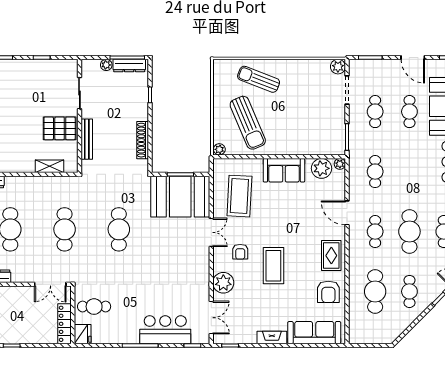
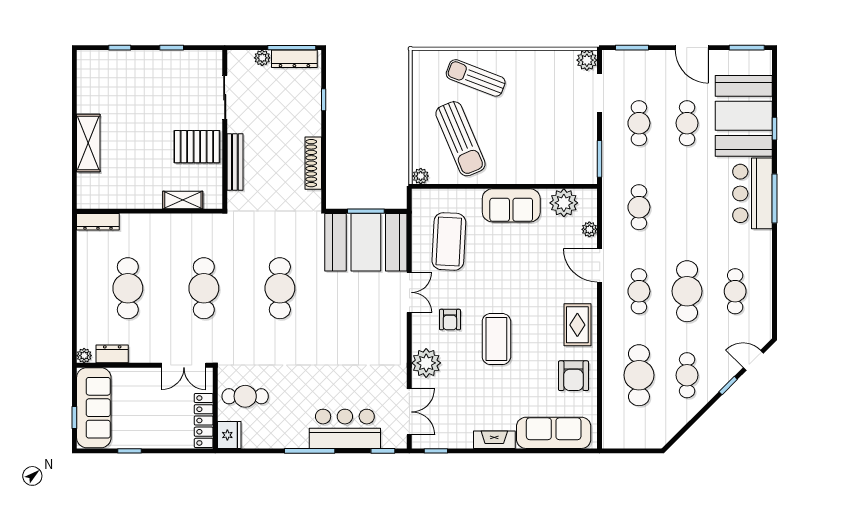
plant: (340, 164) -> (589, 229), moved

